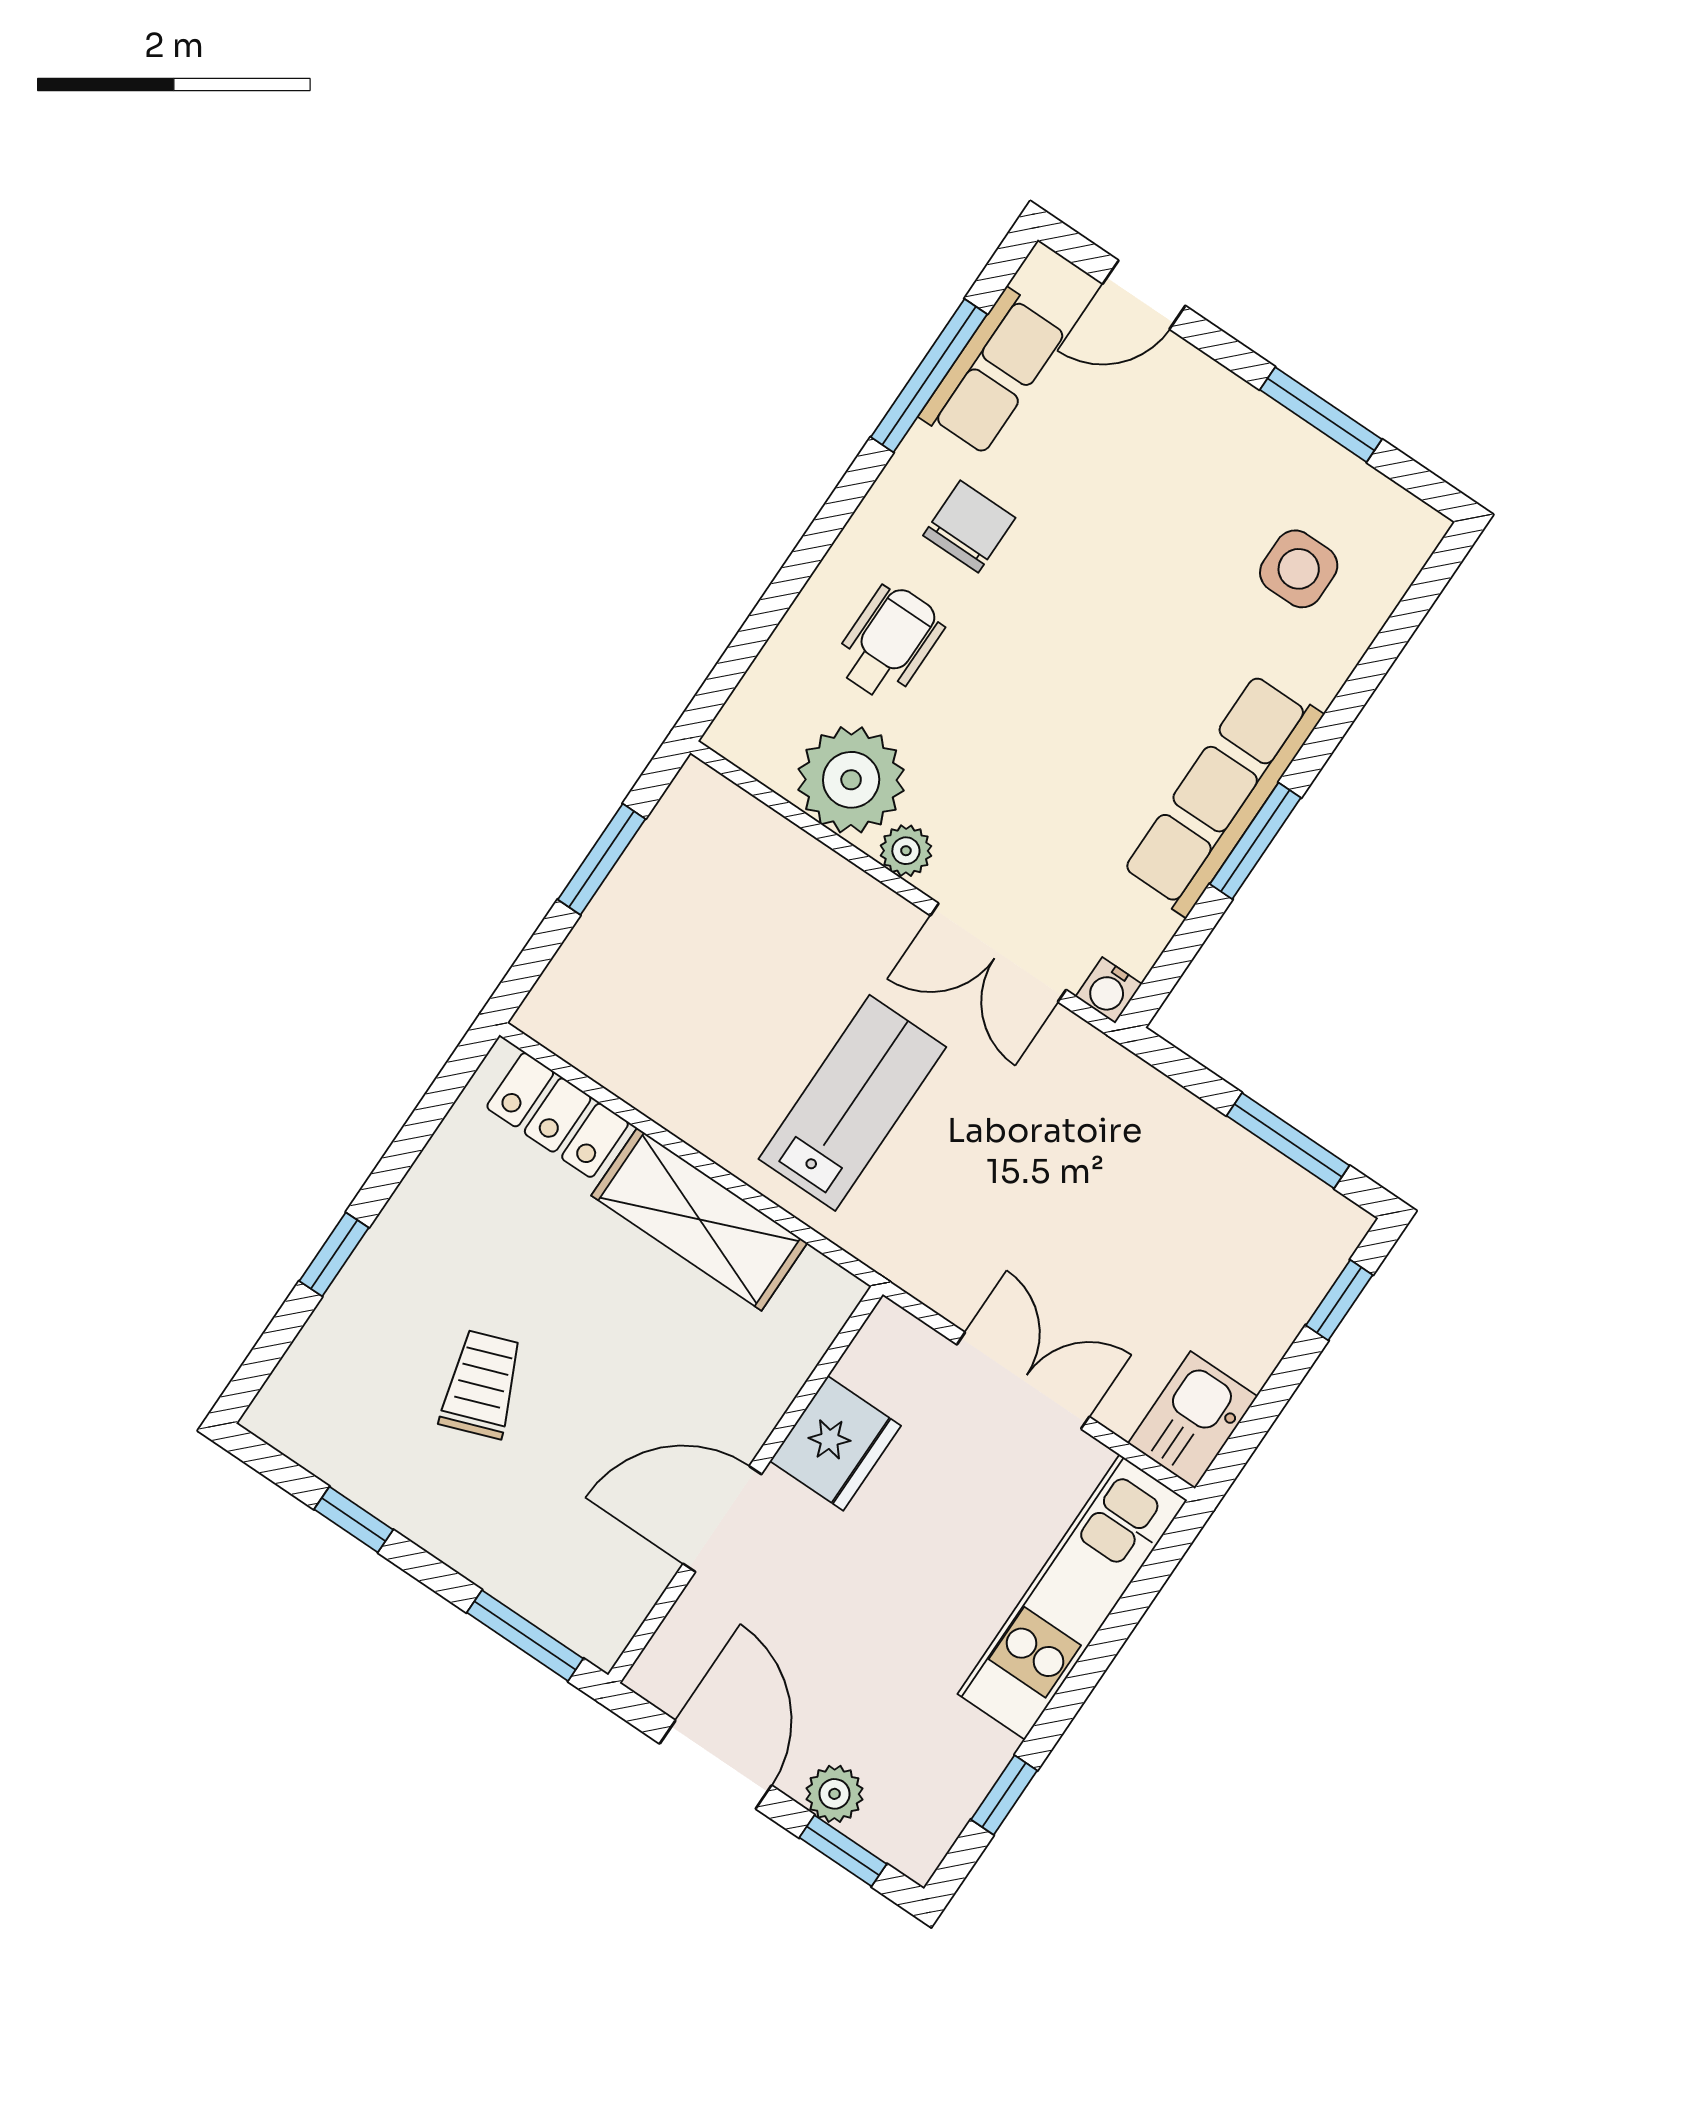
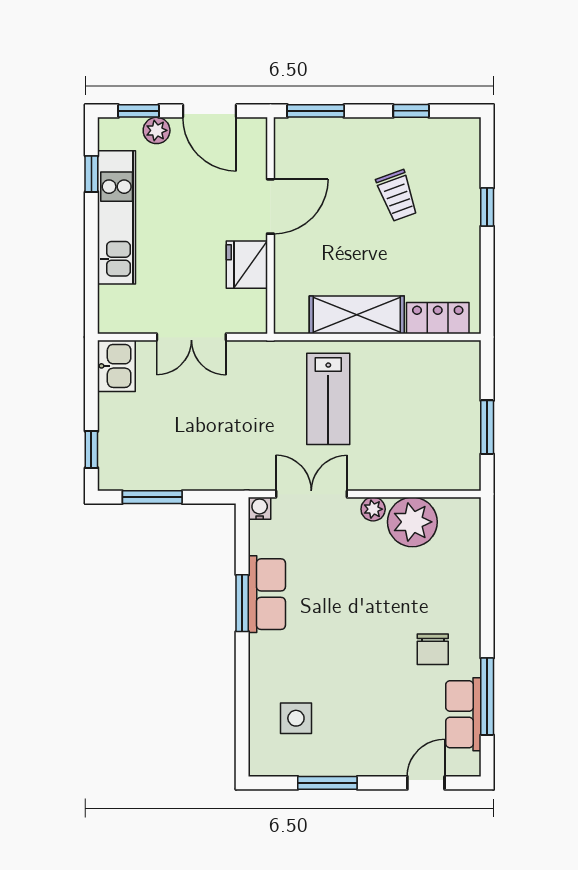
wheelchair: (889, 642) -> (433, 584), removed
row of seats: (1222, 794) -> (267, 594), width x0.68
kitchen unit: (1072, 1597) -> (117, 217), moved

